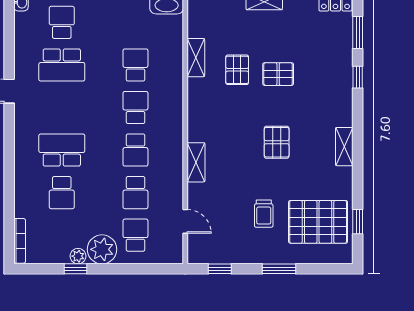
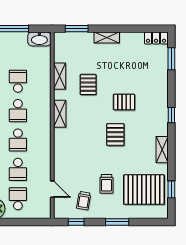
pallet: (278, 74) -> (124, 102), moved
window: (358, 77) -> (171, 115), moved
school desk: (135, 107) -> (18, 111), turned 180
shelving: (344, 147) -> (162, 150), moved
shelving: (196, 162) -> (60, 114), moved
trolley: (231, 238) -> (84, 201), added

